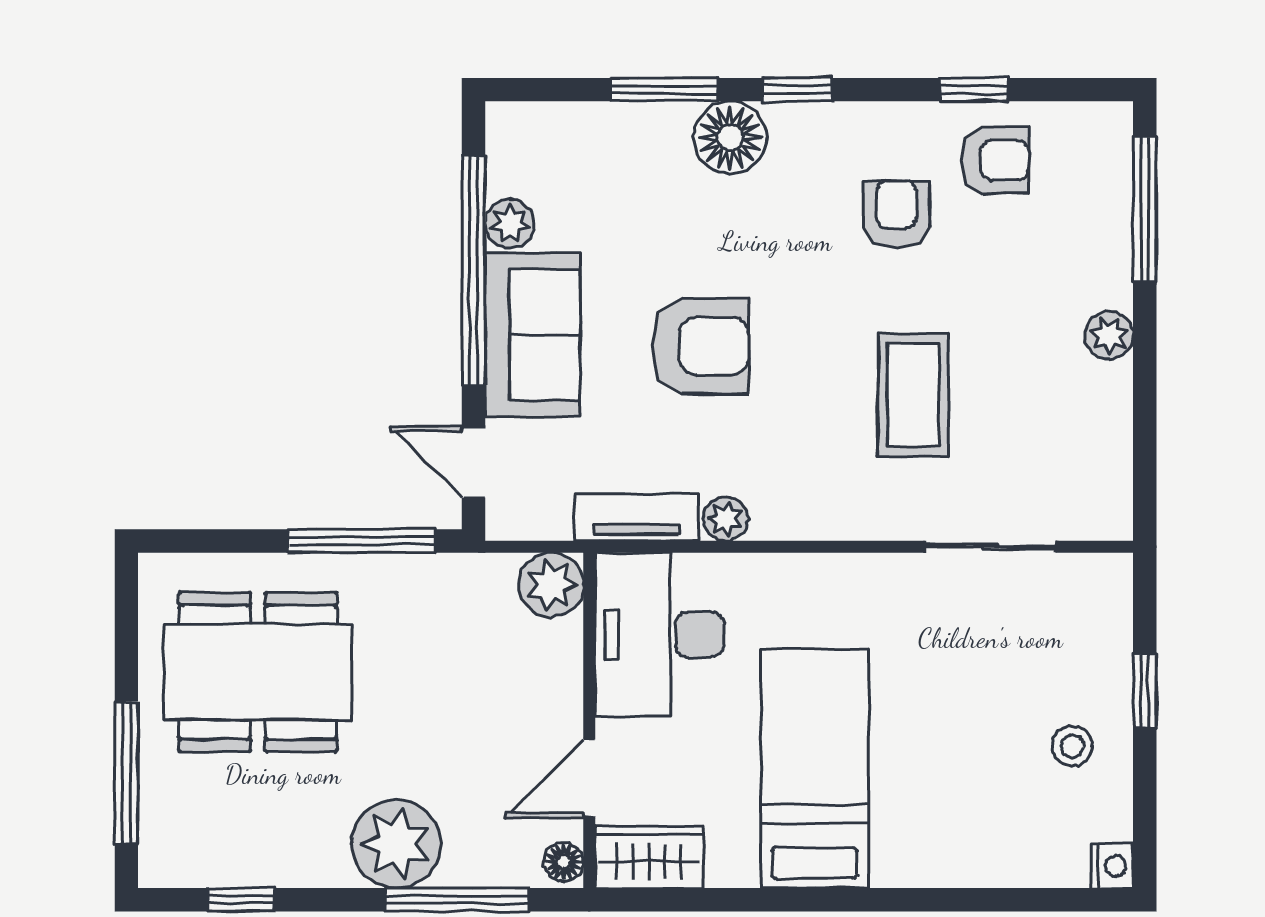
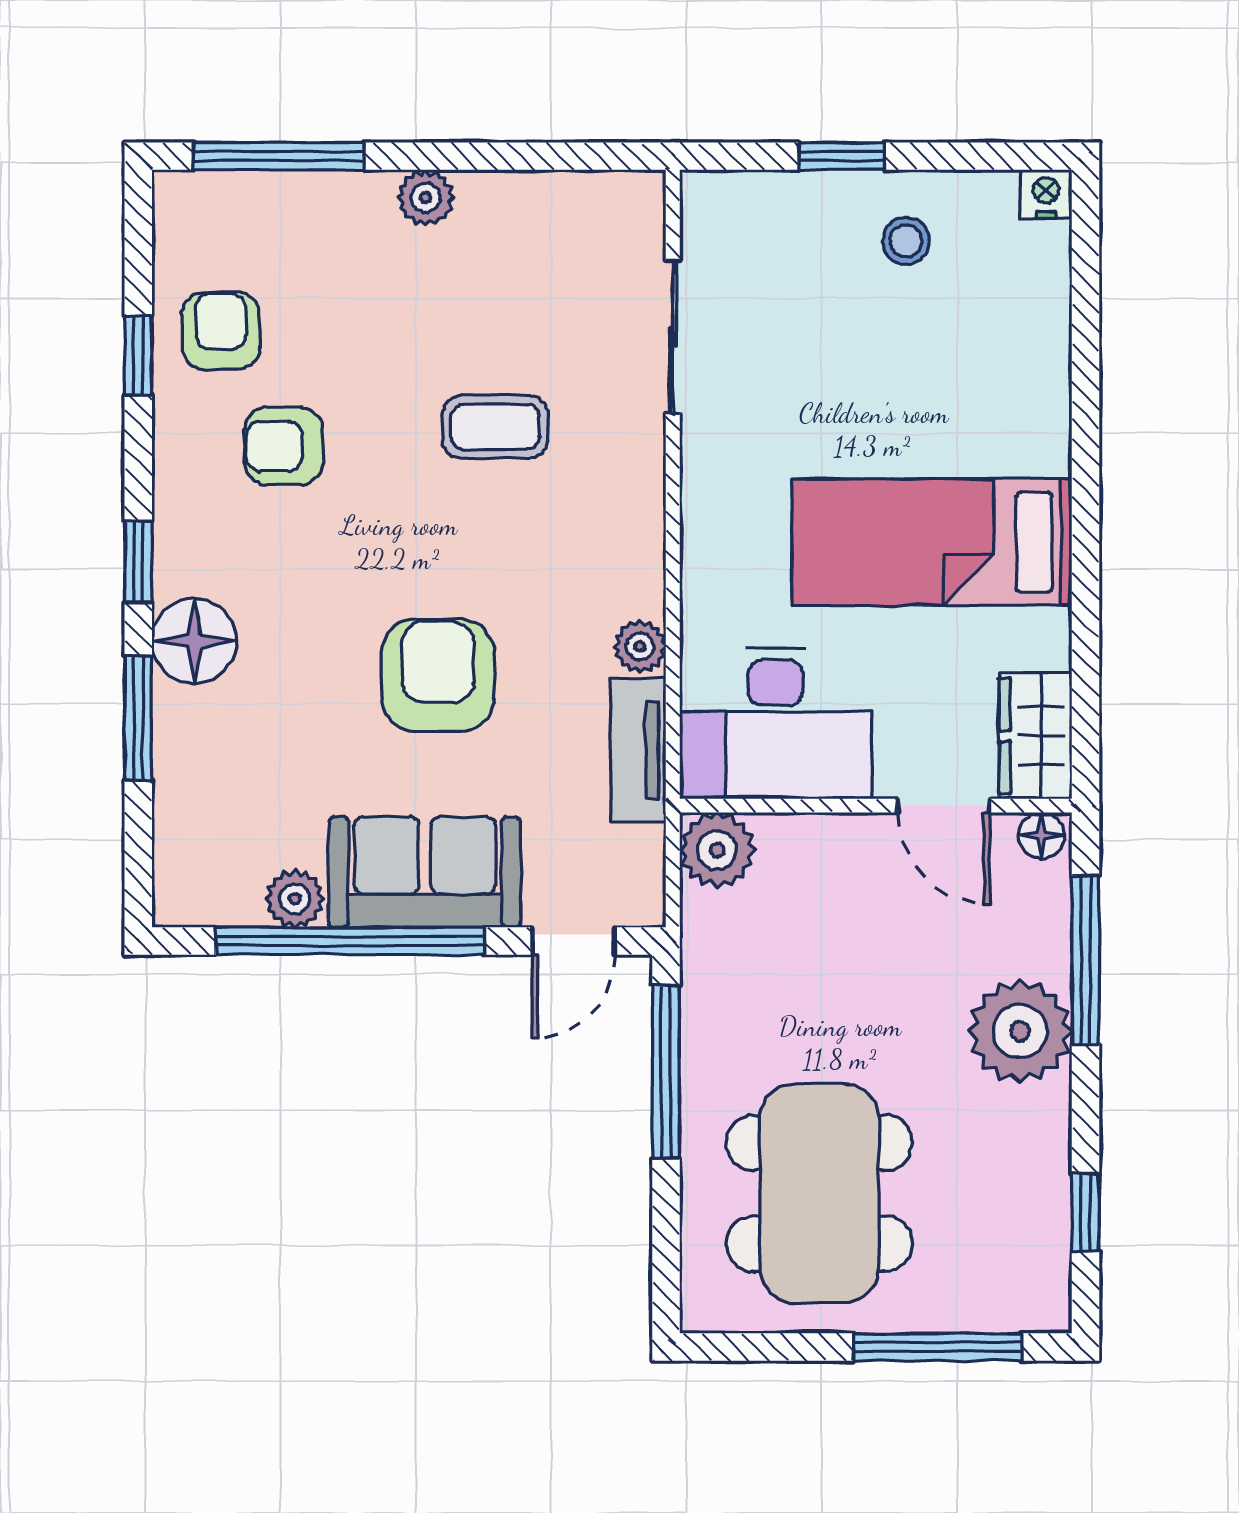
coffee table: (913, 395) -> (495, 427), width x0.73, depth x0.77

